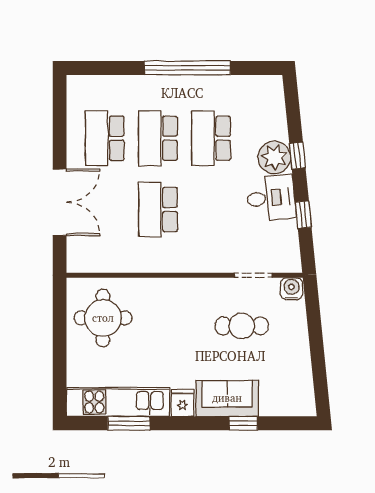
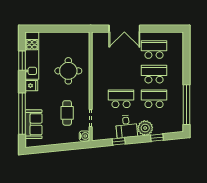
window: (187, 68) -> (187, 105), moved
window: (297, 155) -> (157, 138), moved
school desk: (158, 209) -> (121, 99), moved
round table: (103, 318) -> (68, 71), moved
sofa: (227, 398) -> (34, 124), moved
window: (243, 423) -> (22, 114), width x3.17

